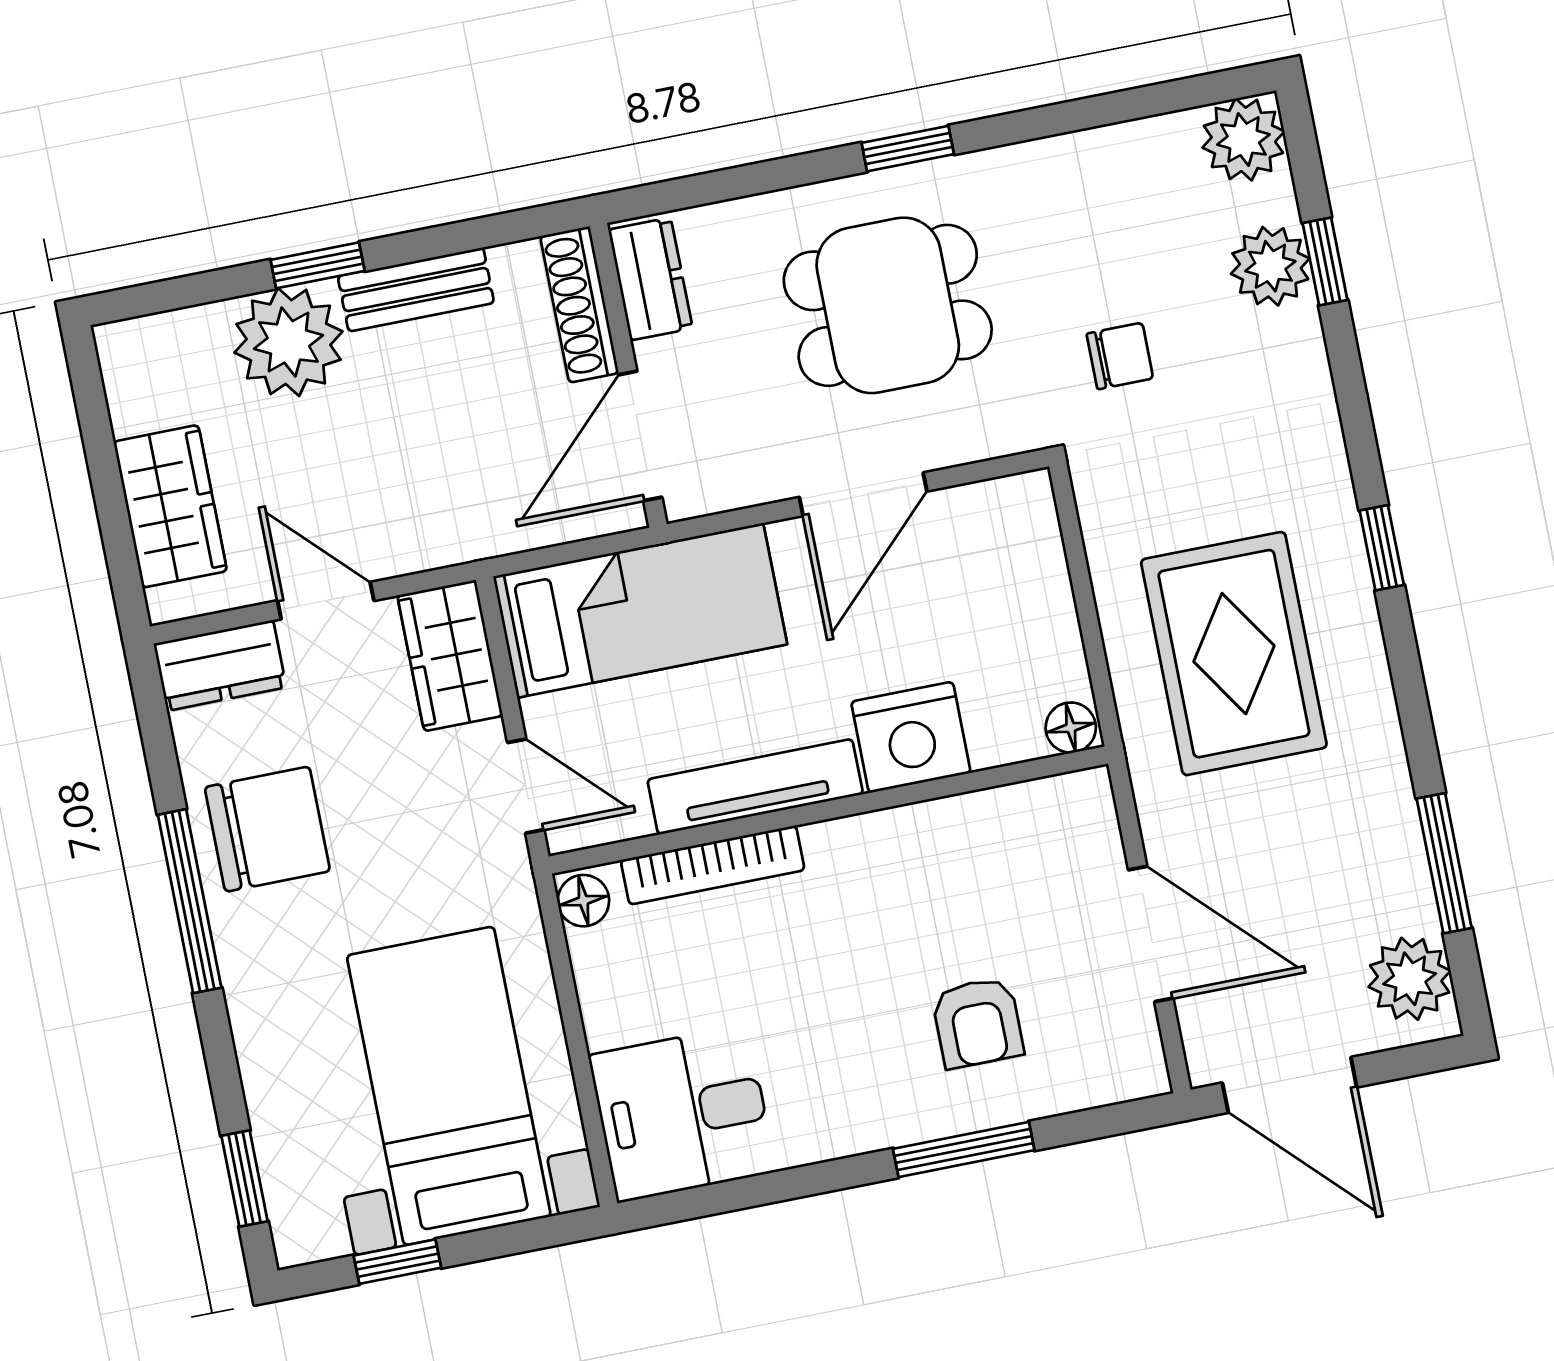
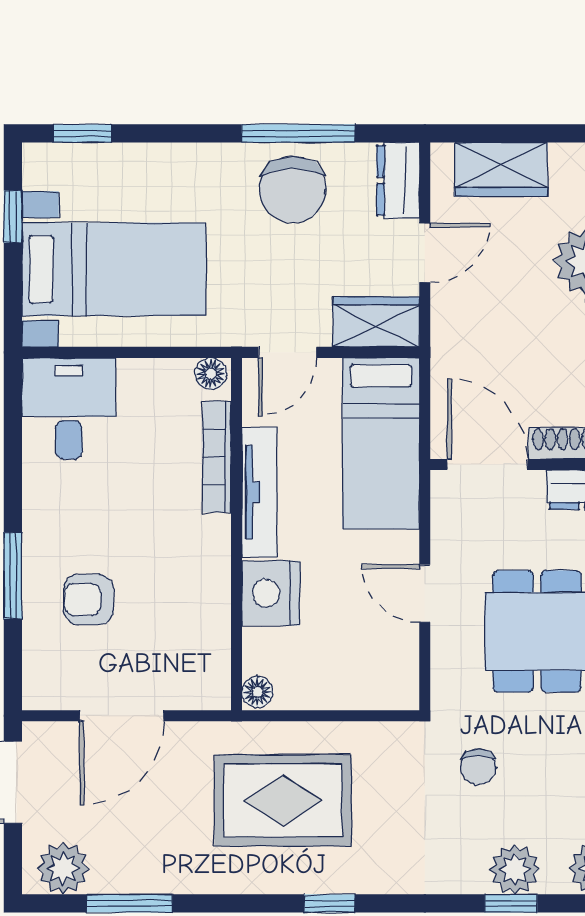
door: (863, 494) -> (425, 593), width x0.73
window: (190, 901) -> (298, 133), moved

